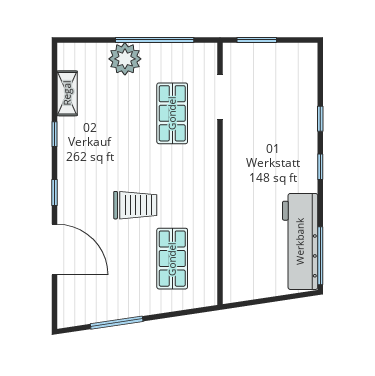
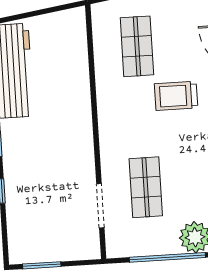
window: (257, 40) -> (42, 265), moved

